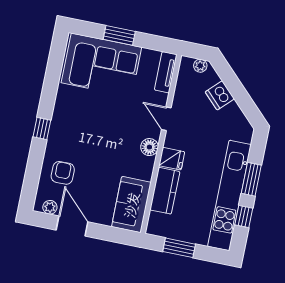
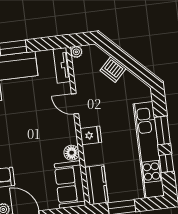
plant: (200, 66) -> (76, 52), moved
floor lamp: (149, 147) -> (72, 153), moved
kitchen counter: (165, 191) -> (96, 185), moved

